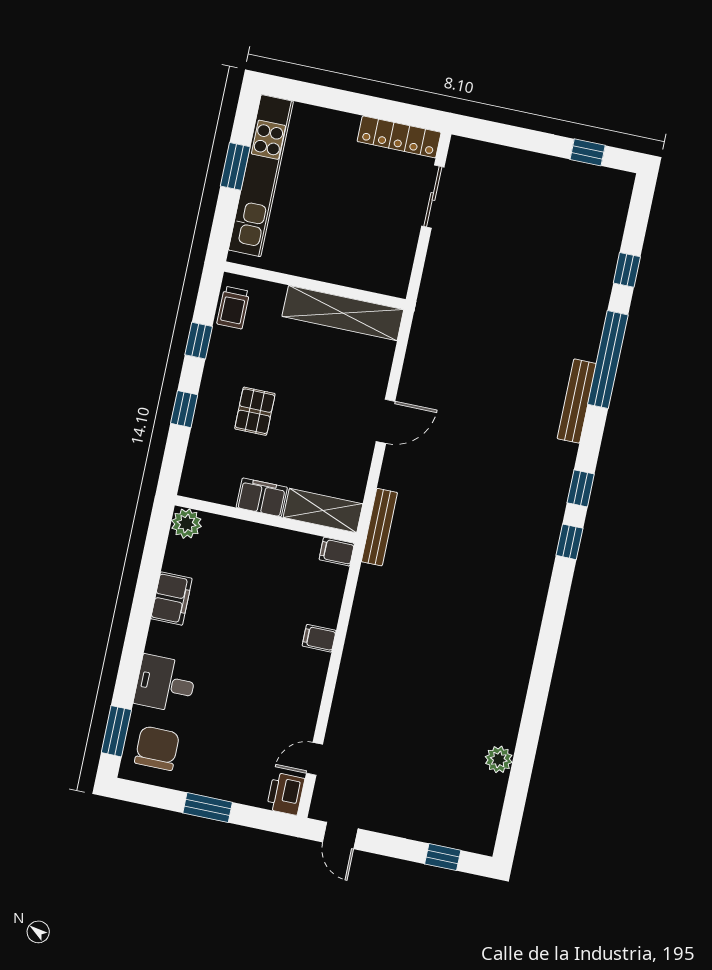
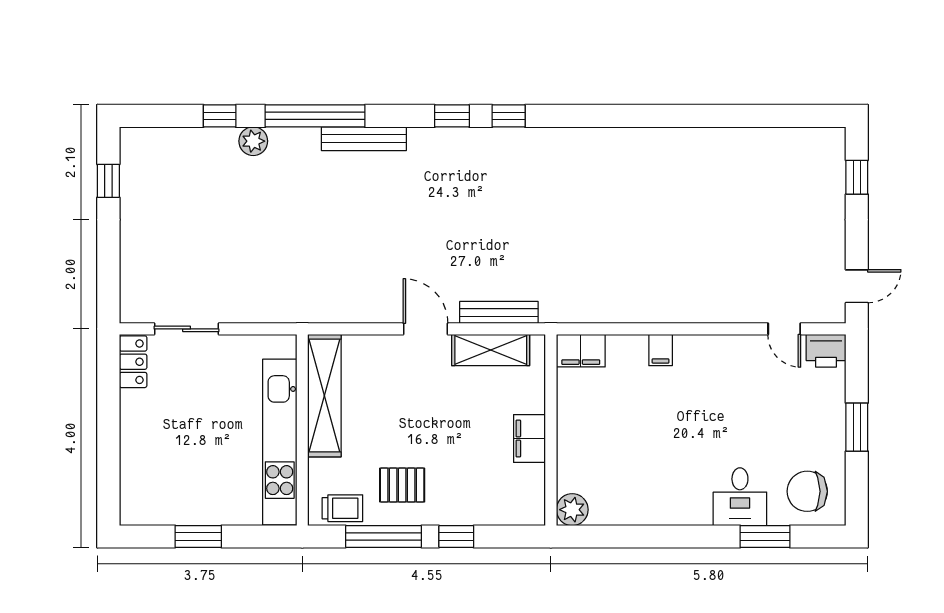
locker: (399, 137) -> (133, 362), width x0.66
kitchen unit: (261, 176) -> (280, 442), moved, turned -90
window: (199, 341) -> (384, 536), width x2.17
pallet: (255, 411) -> (402, 485), moved
shelving: (323, 511) -> (491, 350), moved, turned 90
bench: (379, 527) -> (499, 312), moved
filing cabinet: (337, 552) -> (581, 351), width x2.00
filing cabinet: (171, 599) -> (652, 509), removed
window: (116, 731) -> (765, 536), moved
plant: (499, 759) -> (253, 141), moved

